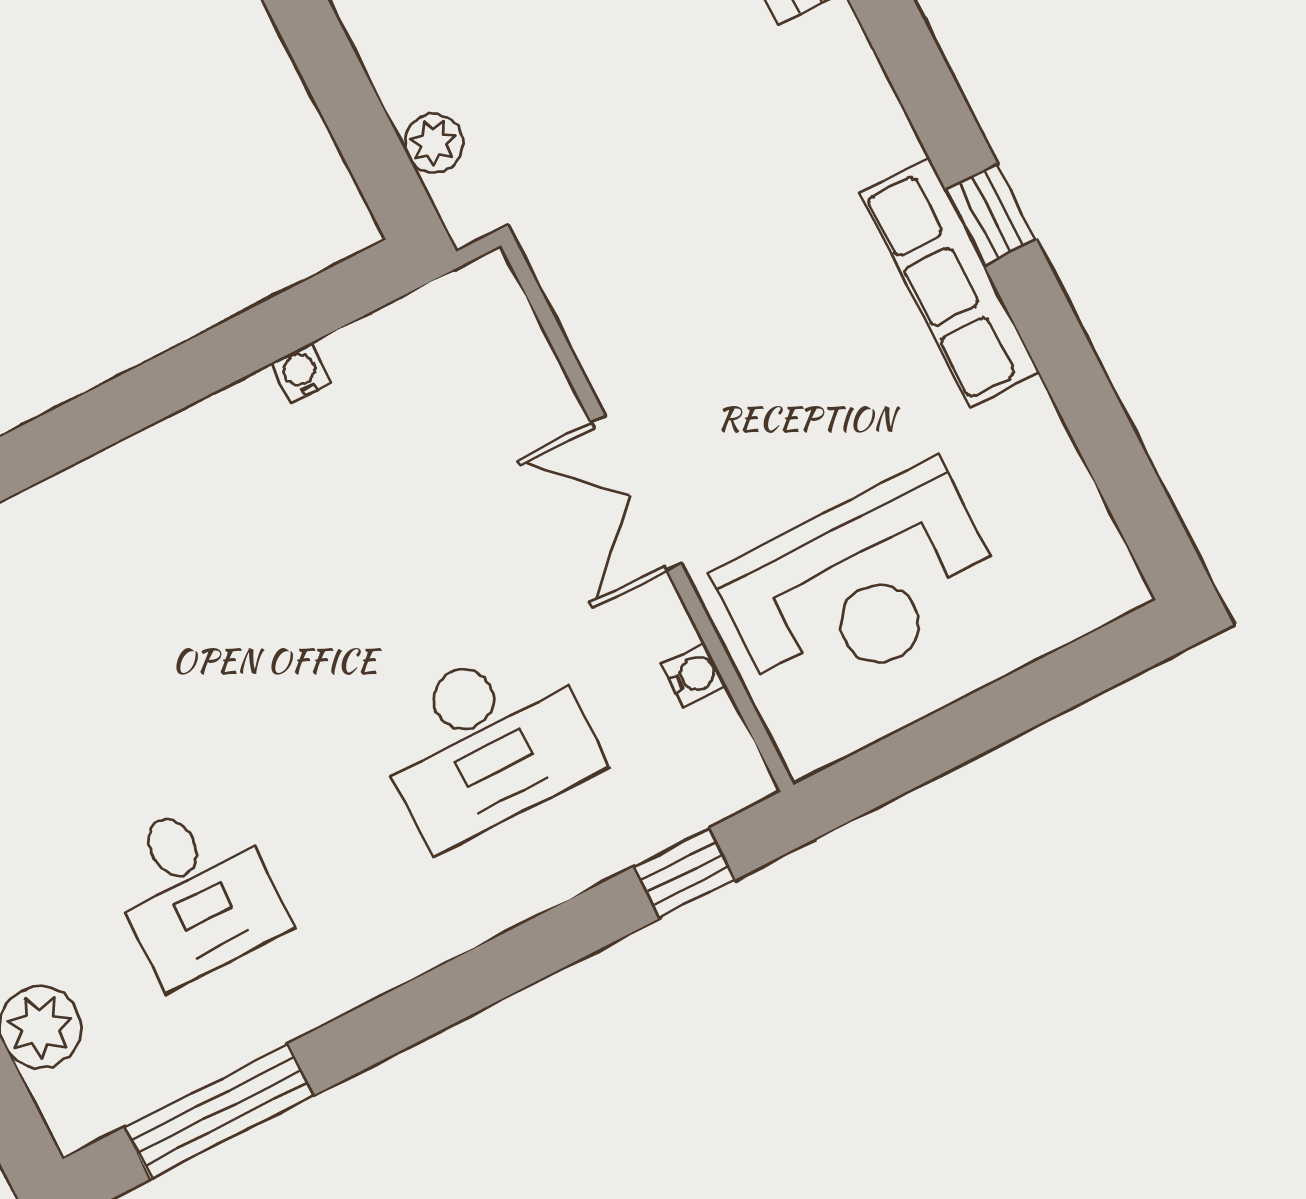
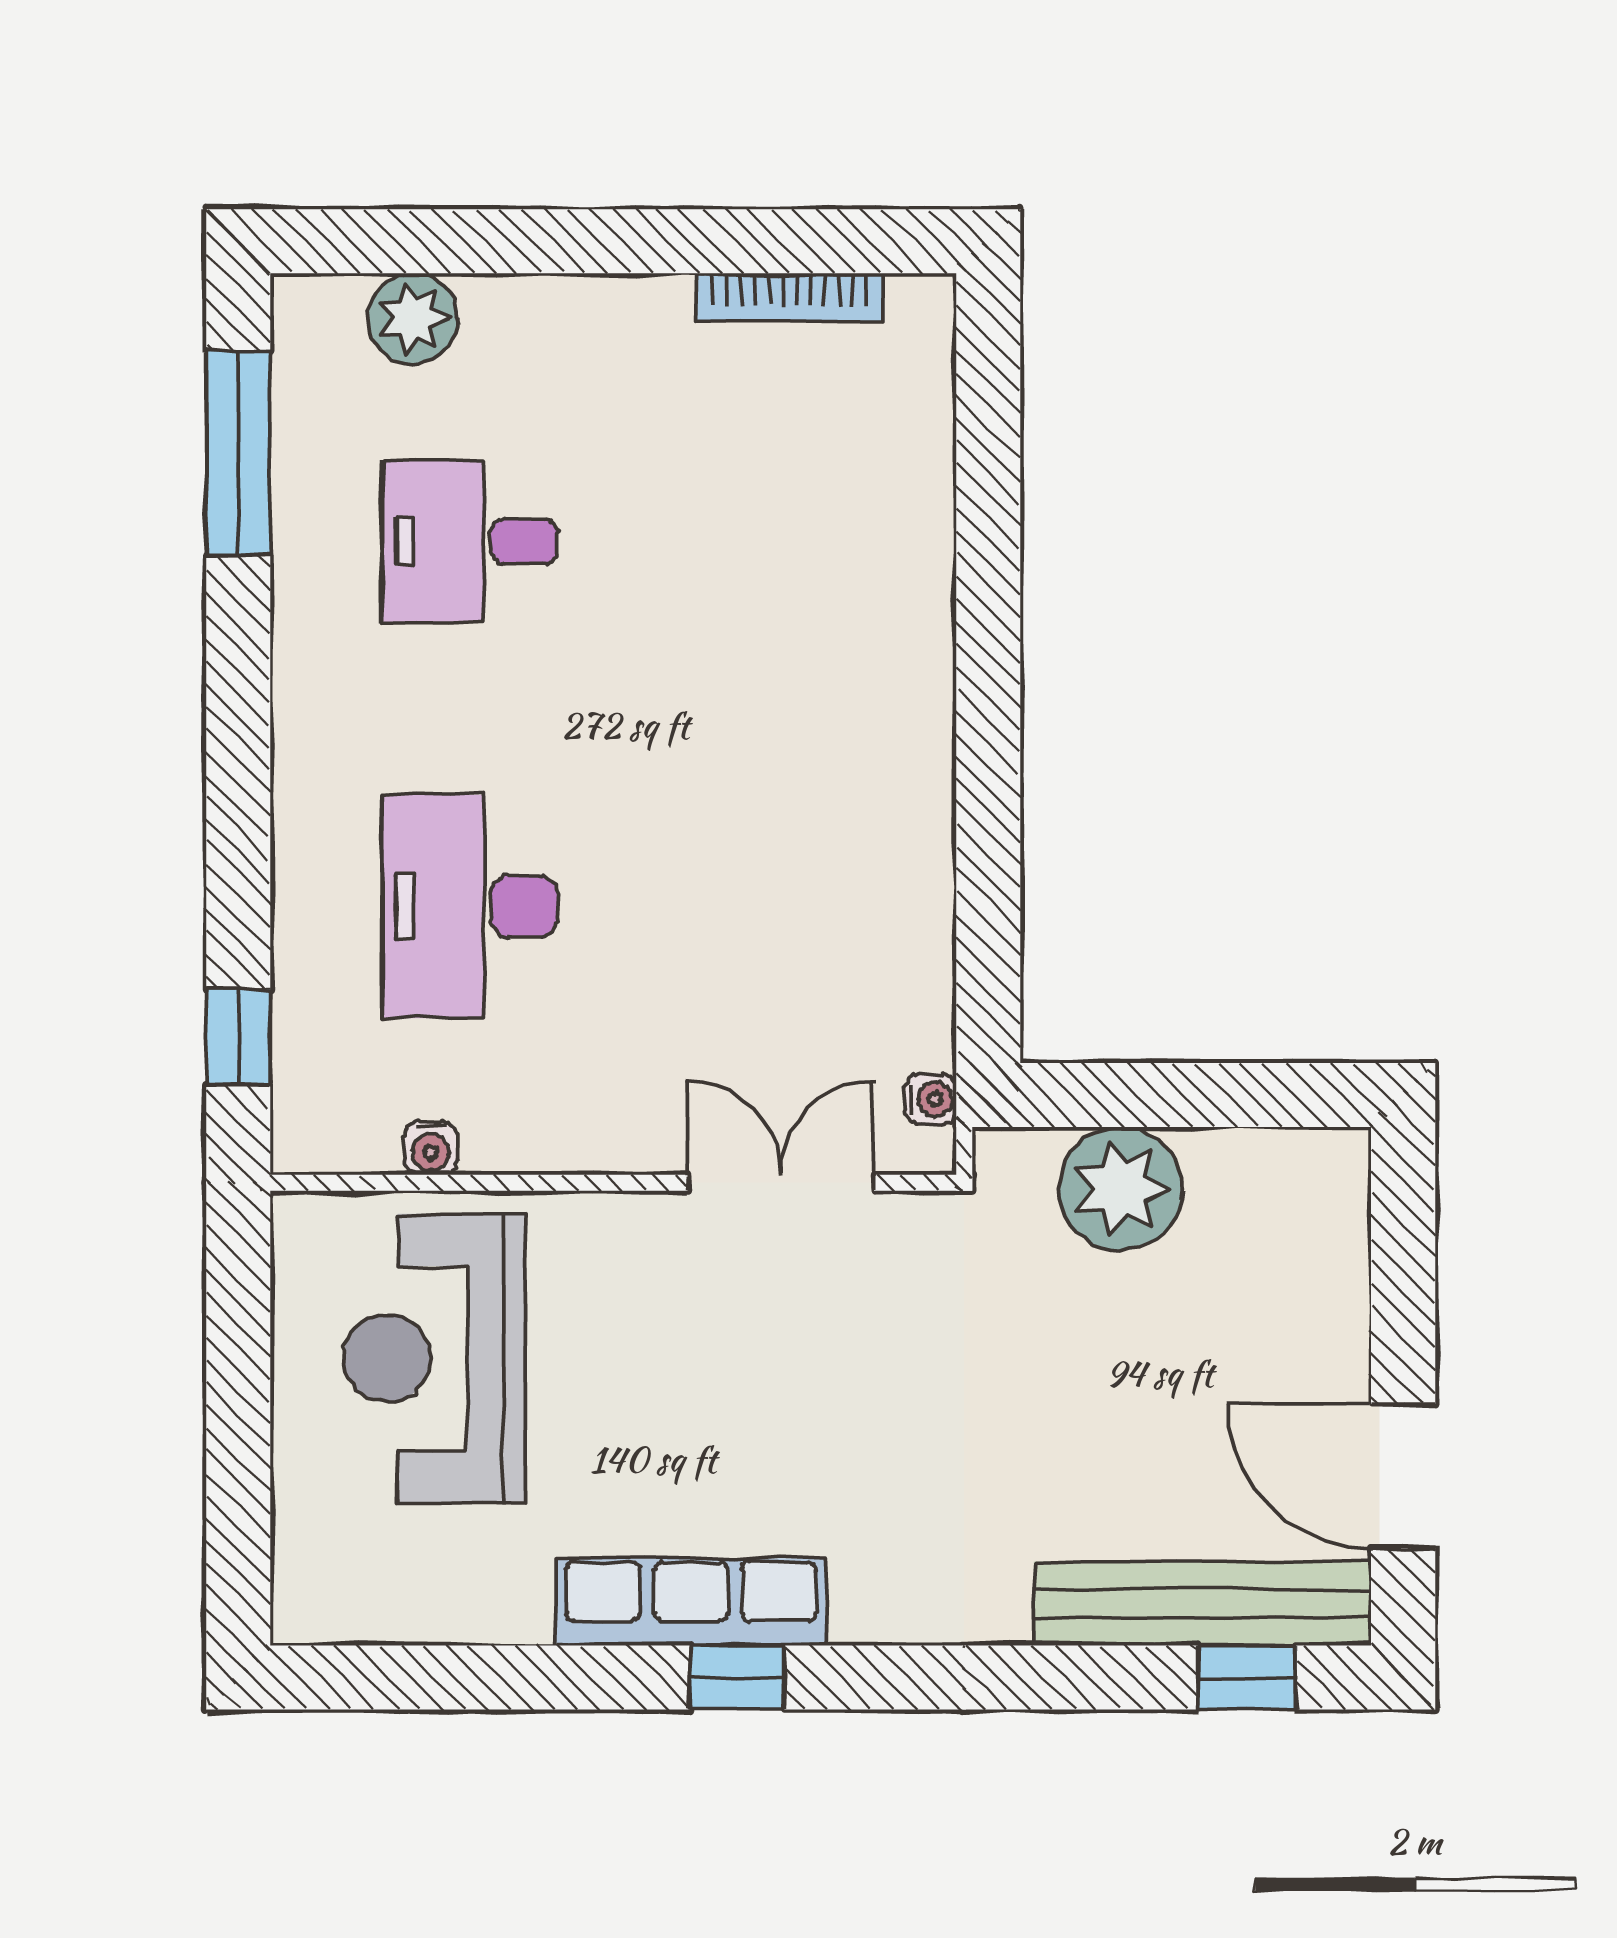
plant: (434, 143) -> (1121, 1189), width x1.88, depth x1.88
water cooler: (301, 373) -> (931, 1099), moved
double door: (636, 493) -> (781, 1183), moved

